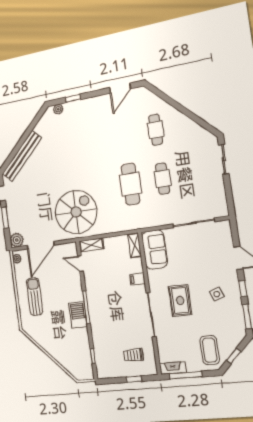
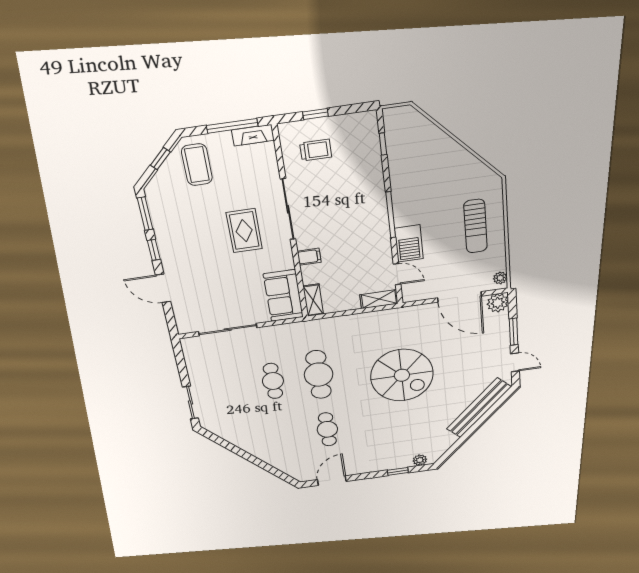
cafe table: (156, 130) -> (327, 429), moved
spiral stairs: (76, 212) -> (402, 375), moved, turned -90
door: (41, 245) -> (459, 297), swing flipped
side table: (217, 294) -> (191, 241), removed
barbecue: (78, 315) -> (409, 243), moved

